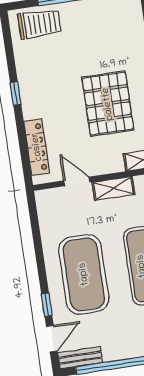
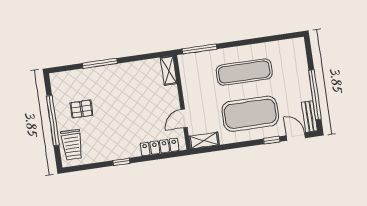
trolley: (39, 24) -> (72, 145), turned 180
pallet: (108, 104) -> (81, 109), moved, width x0.49, depth x0.50
shelving: (113, 188) -> (204, 141), moved, turned 90

